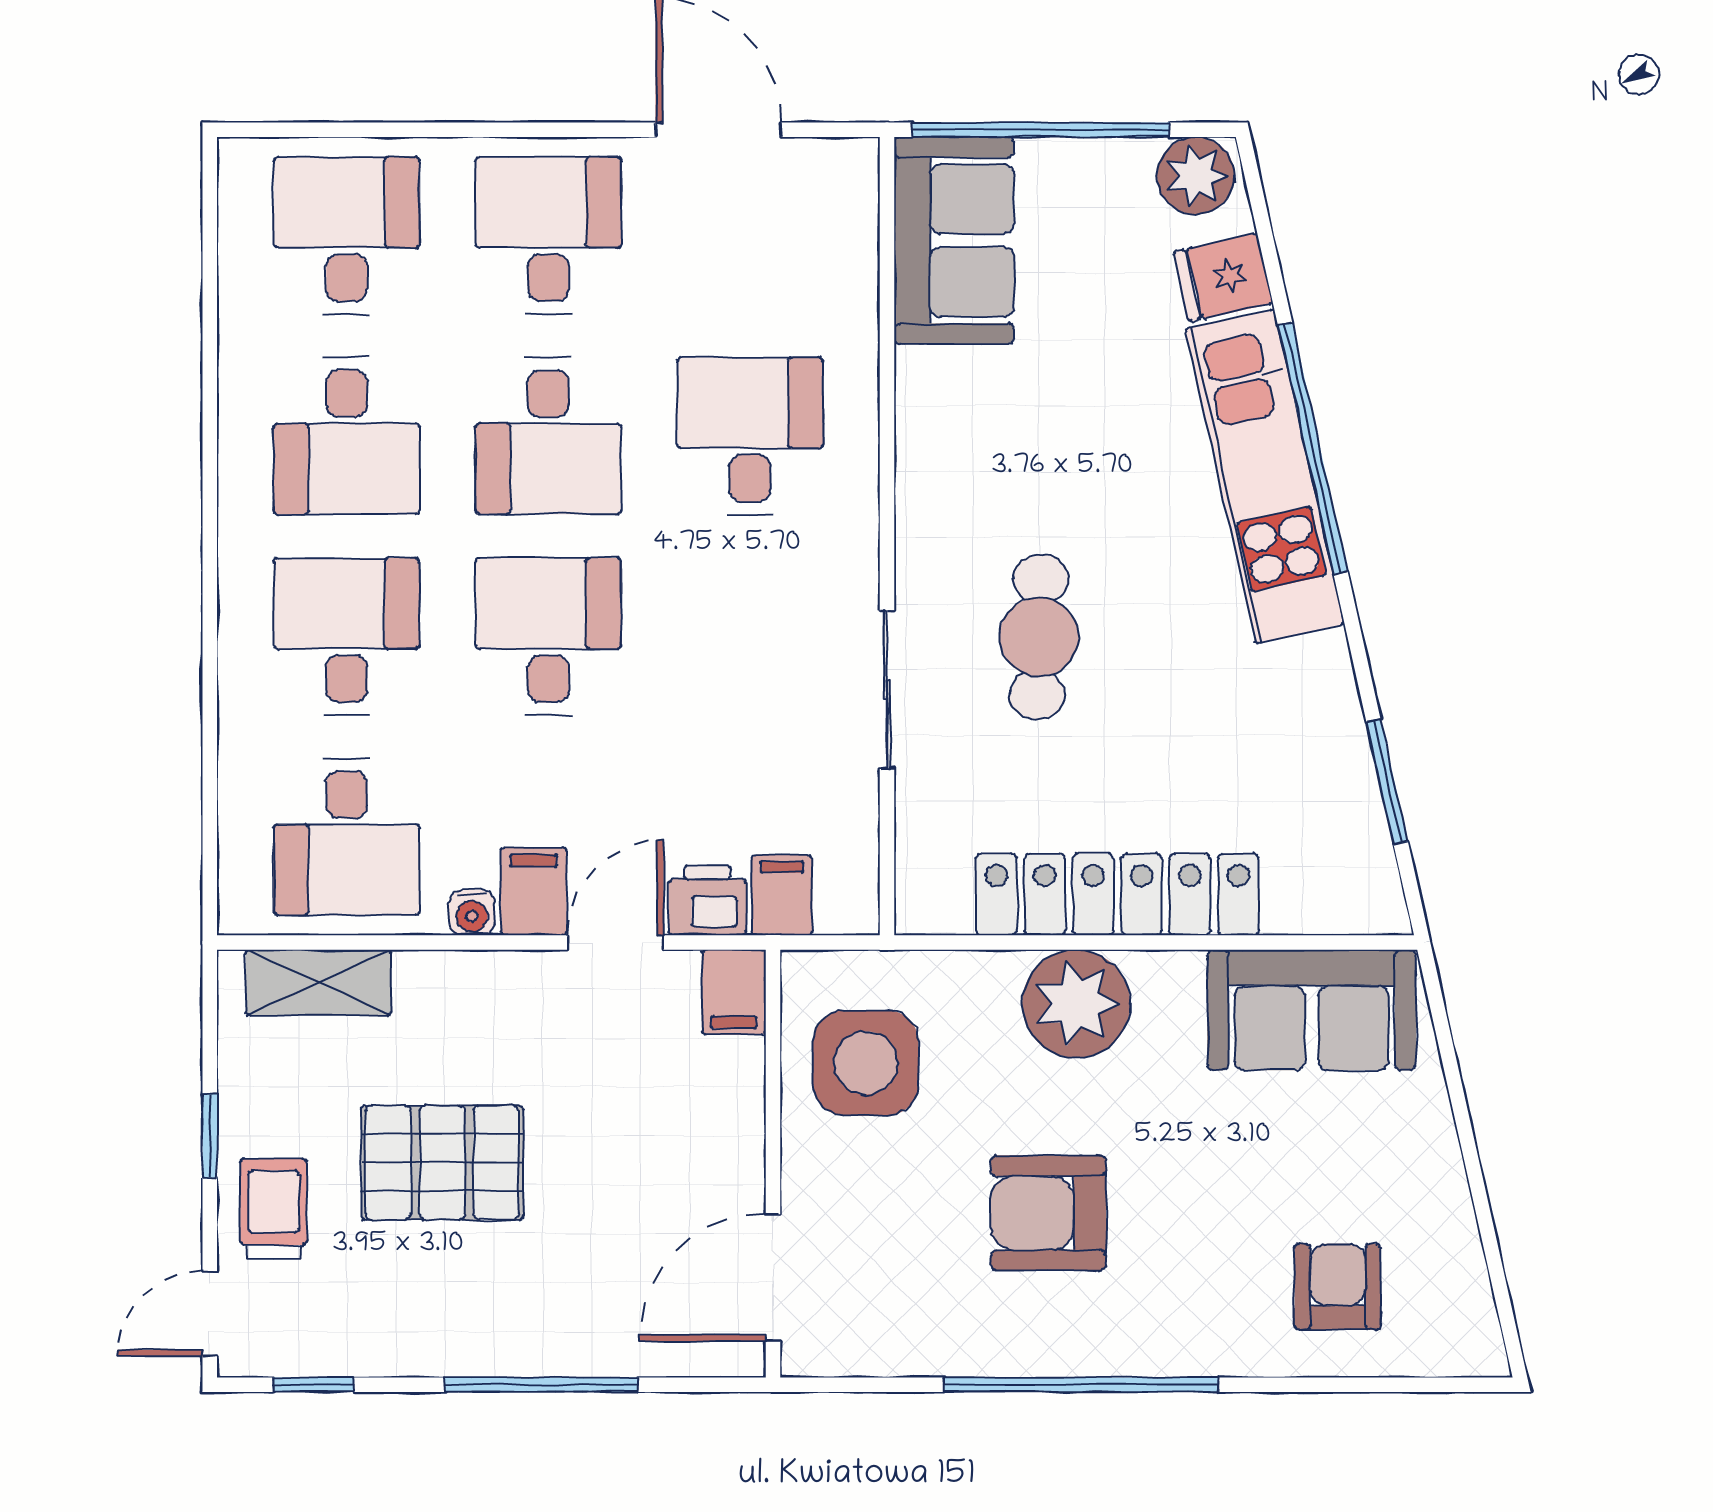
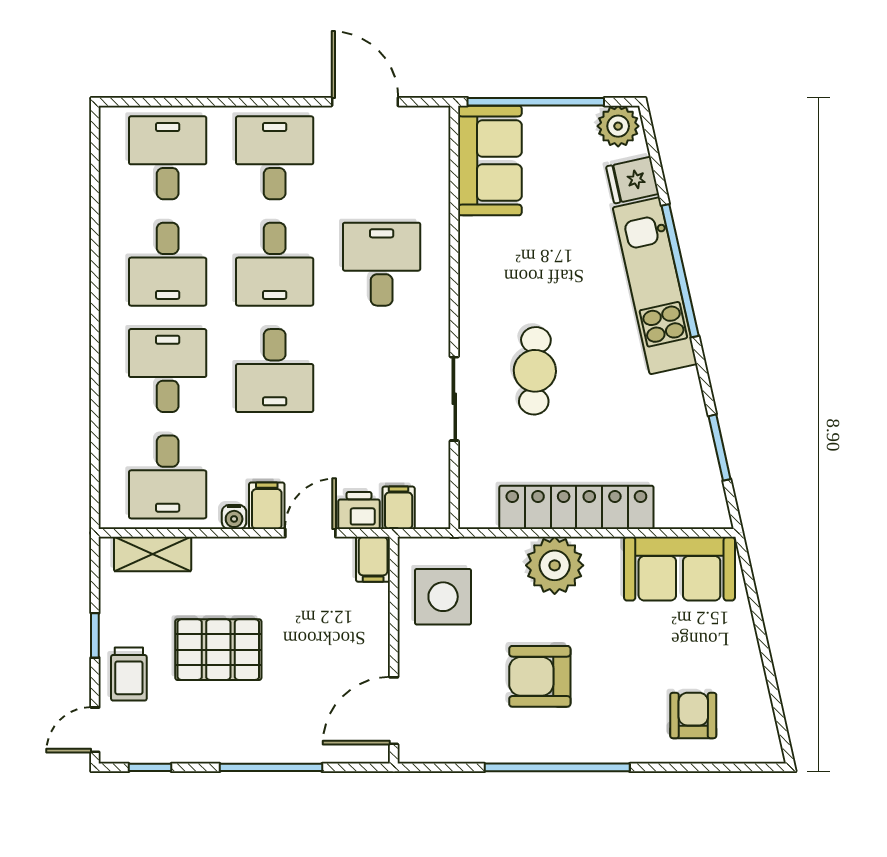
desk: (548, 636) -> (275, 371), turned 180
trolley: (274, 1209) -> (129, 674), turned 180

